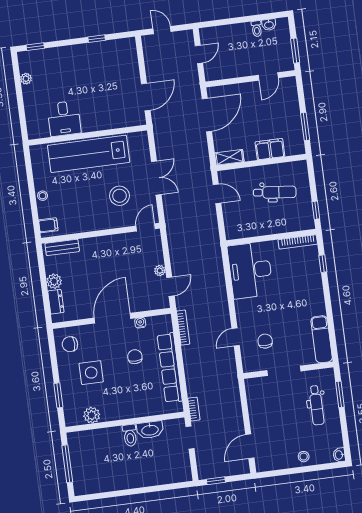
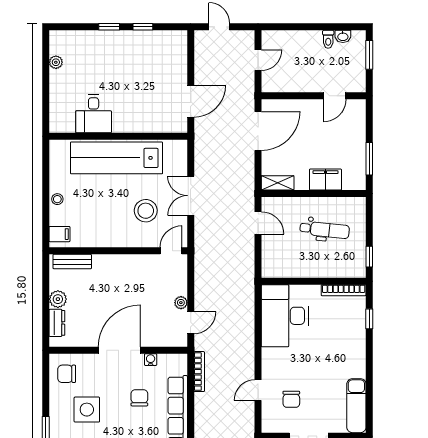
window: (35, 47) -> (109, 27), moved
window: (295, 51) -> (369, 55), moved
double door: (156, 178) -> (191, 196), swing flipped
chair: (265, 341) -> (291, 399), turned 180

